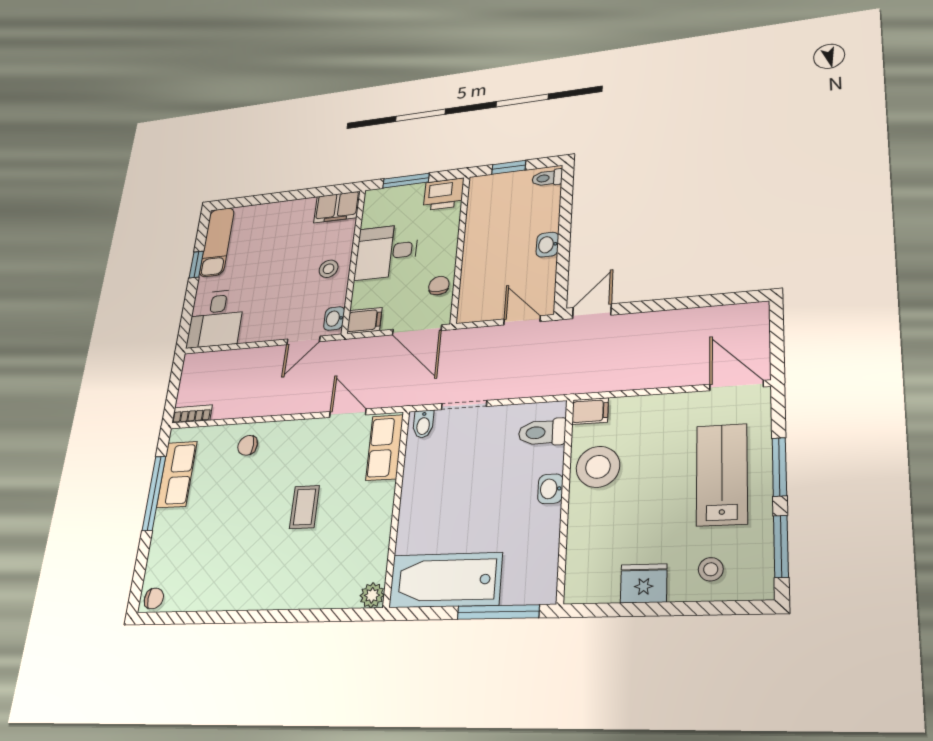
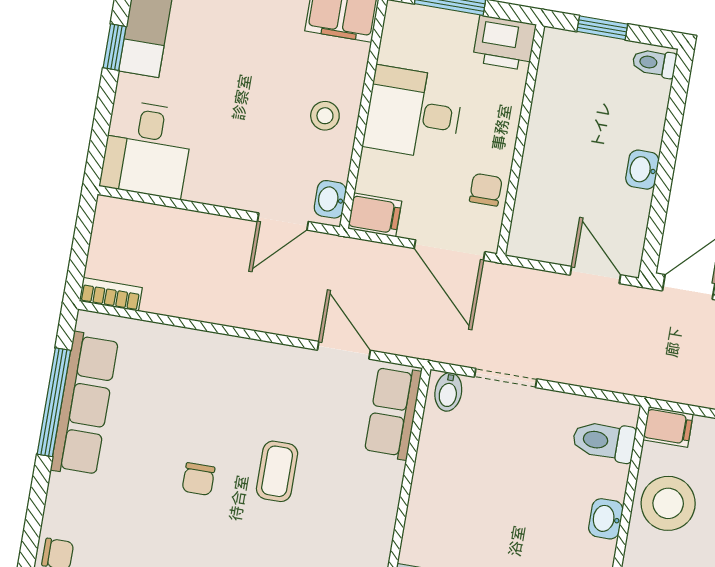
chair: (248, 445) -> (198, 479), moved, turned -90
row of seats: (177, 474) -> (85, 404), width x1.48

